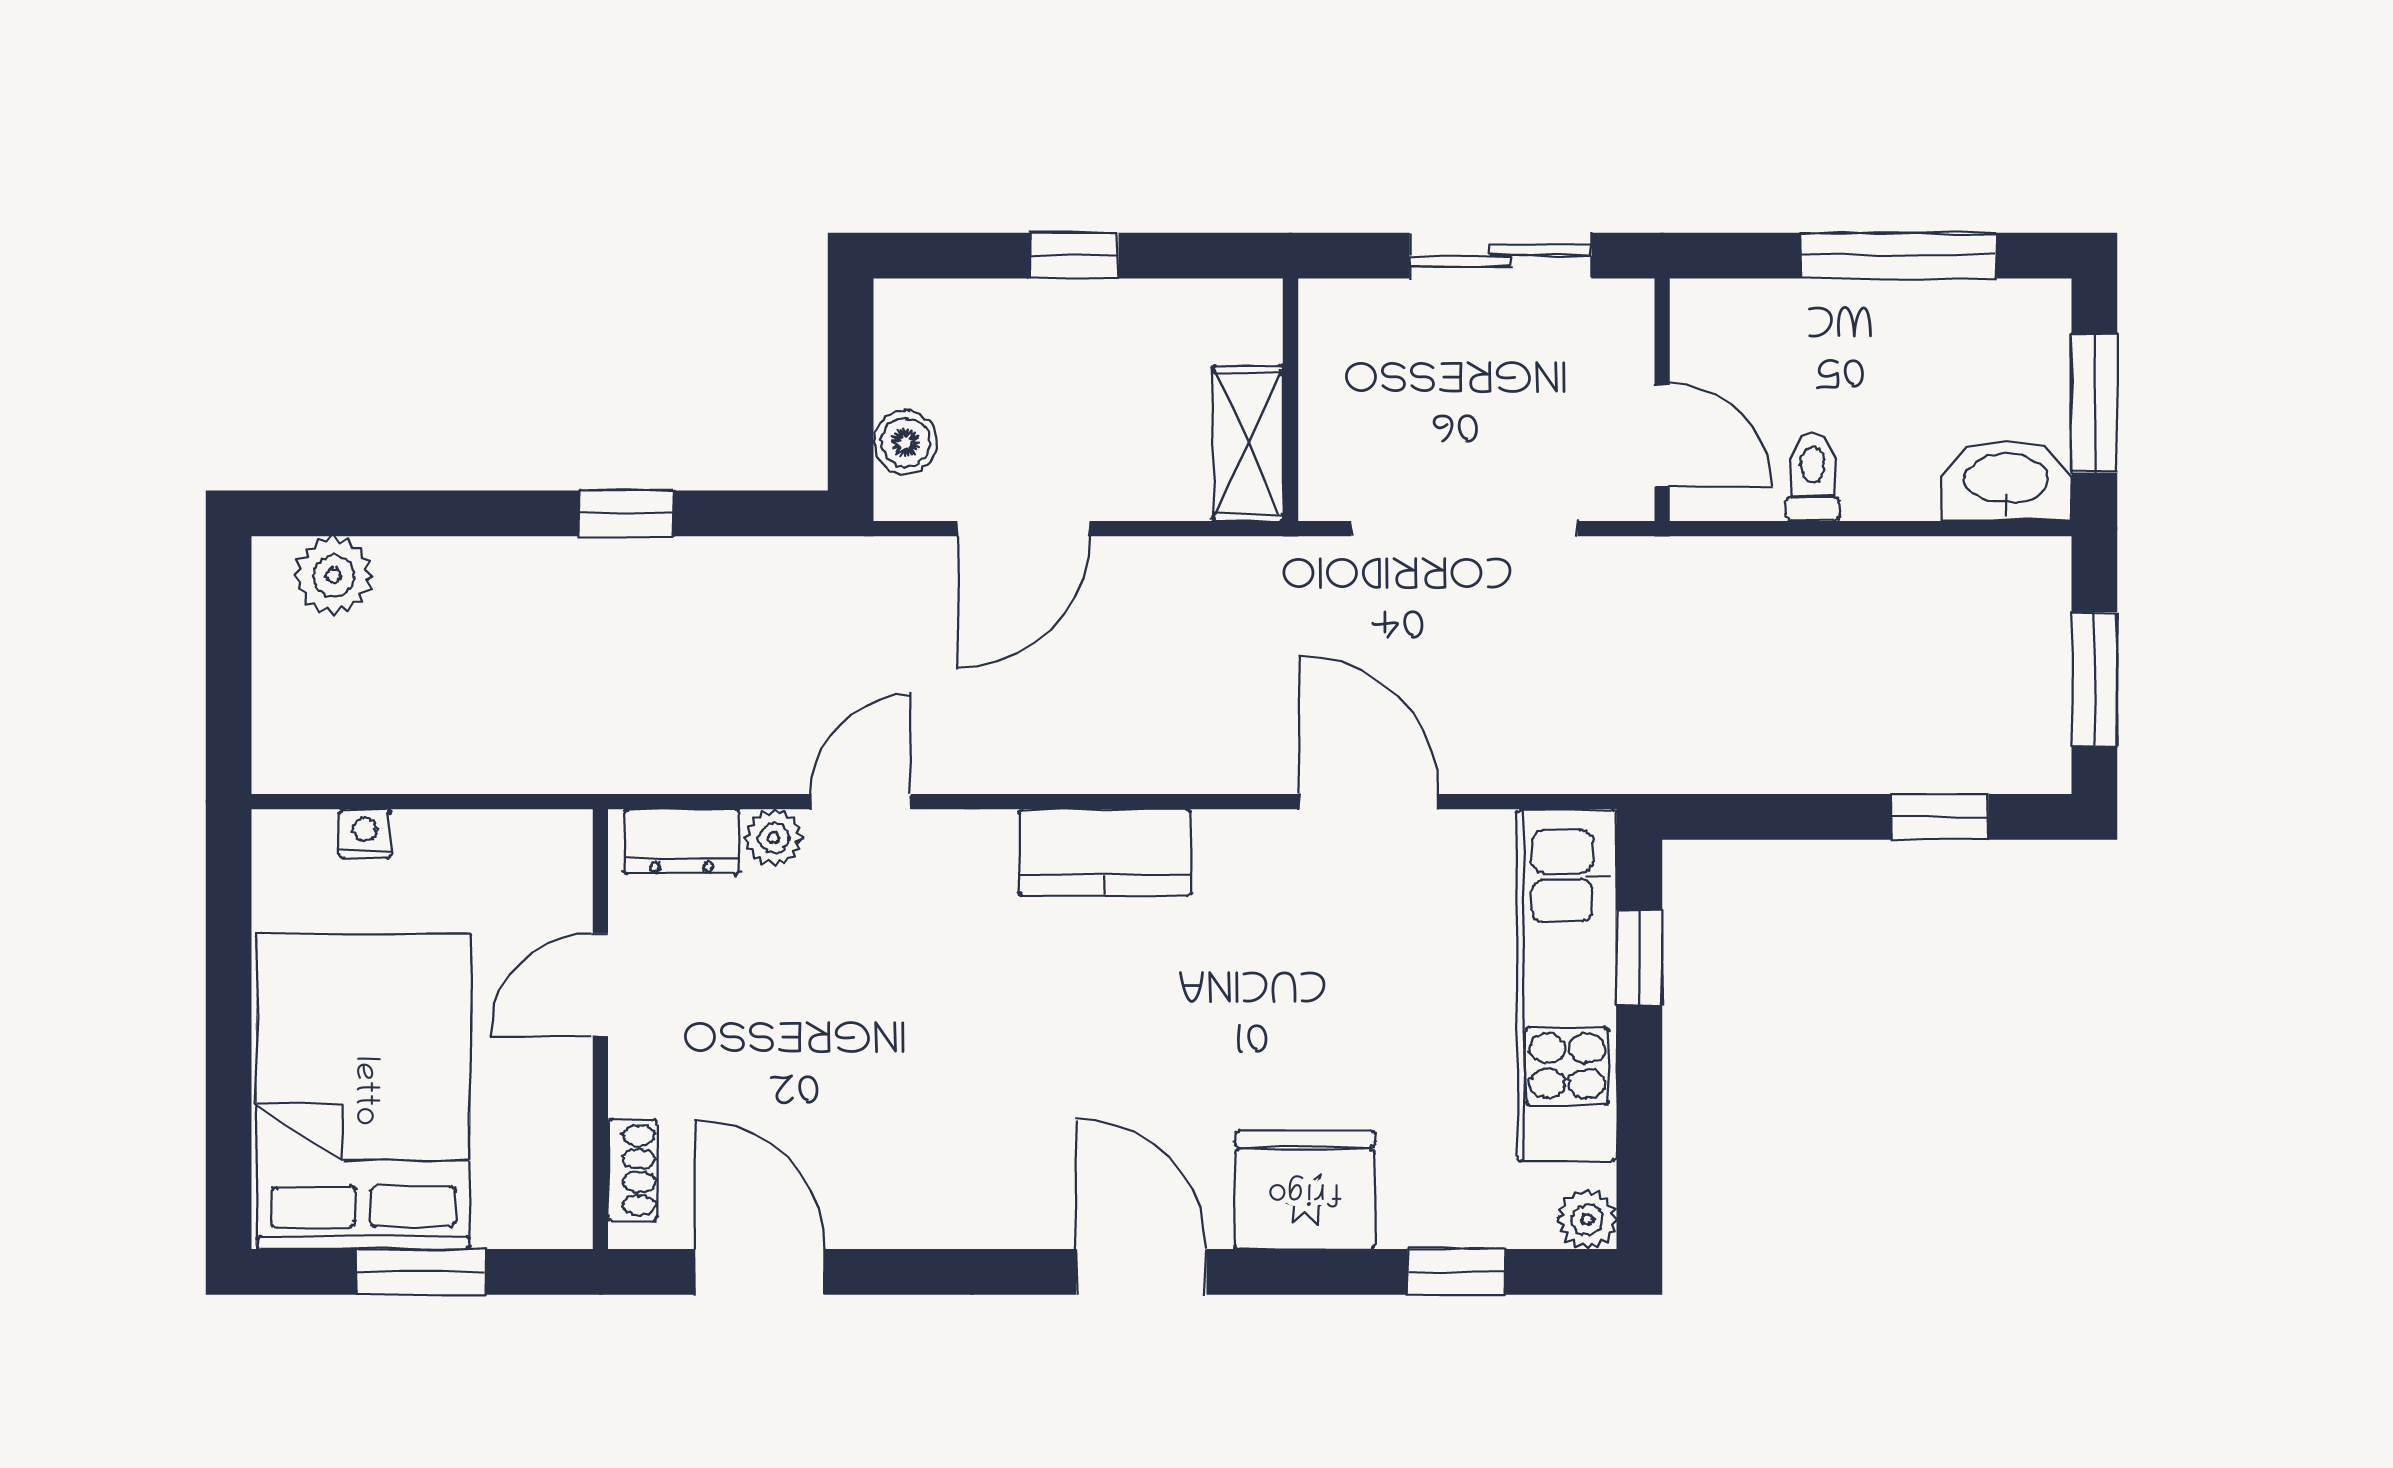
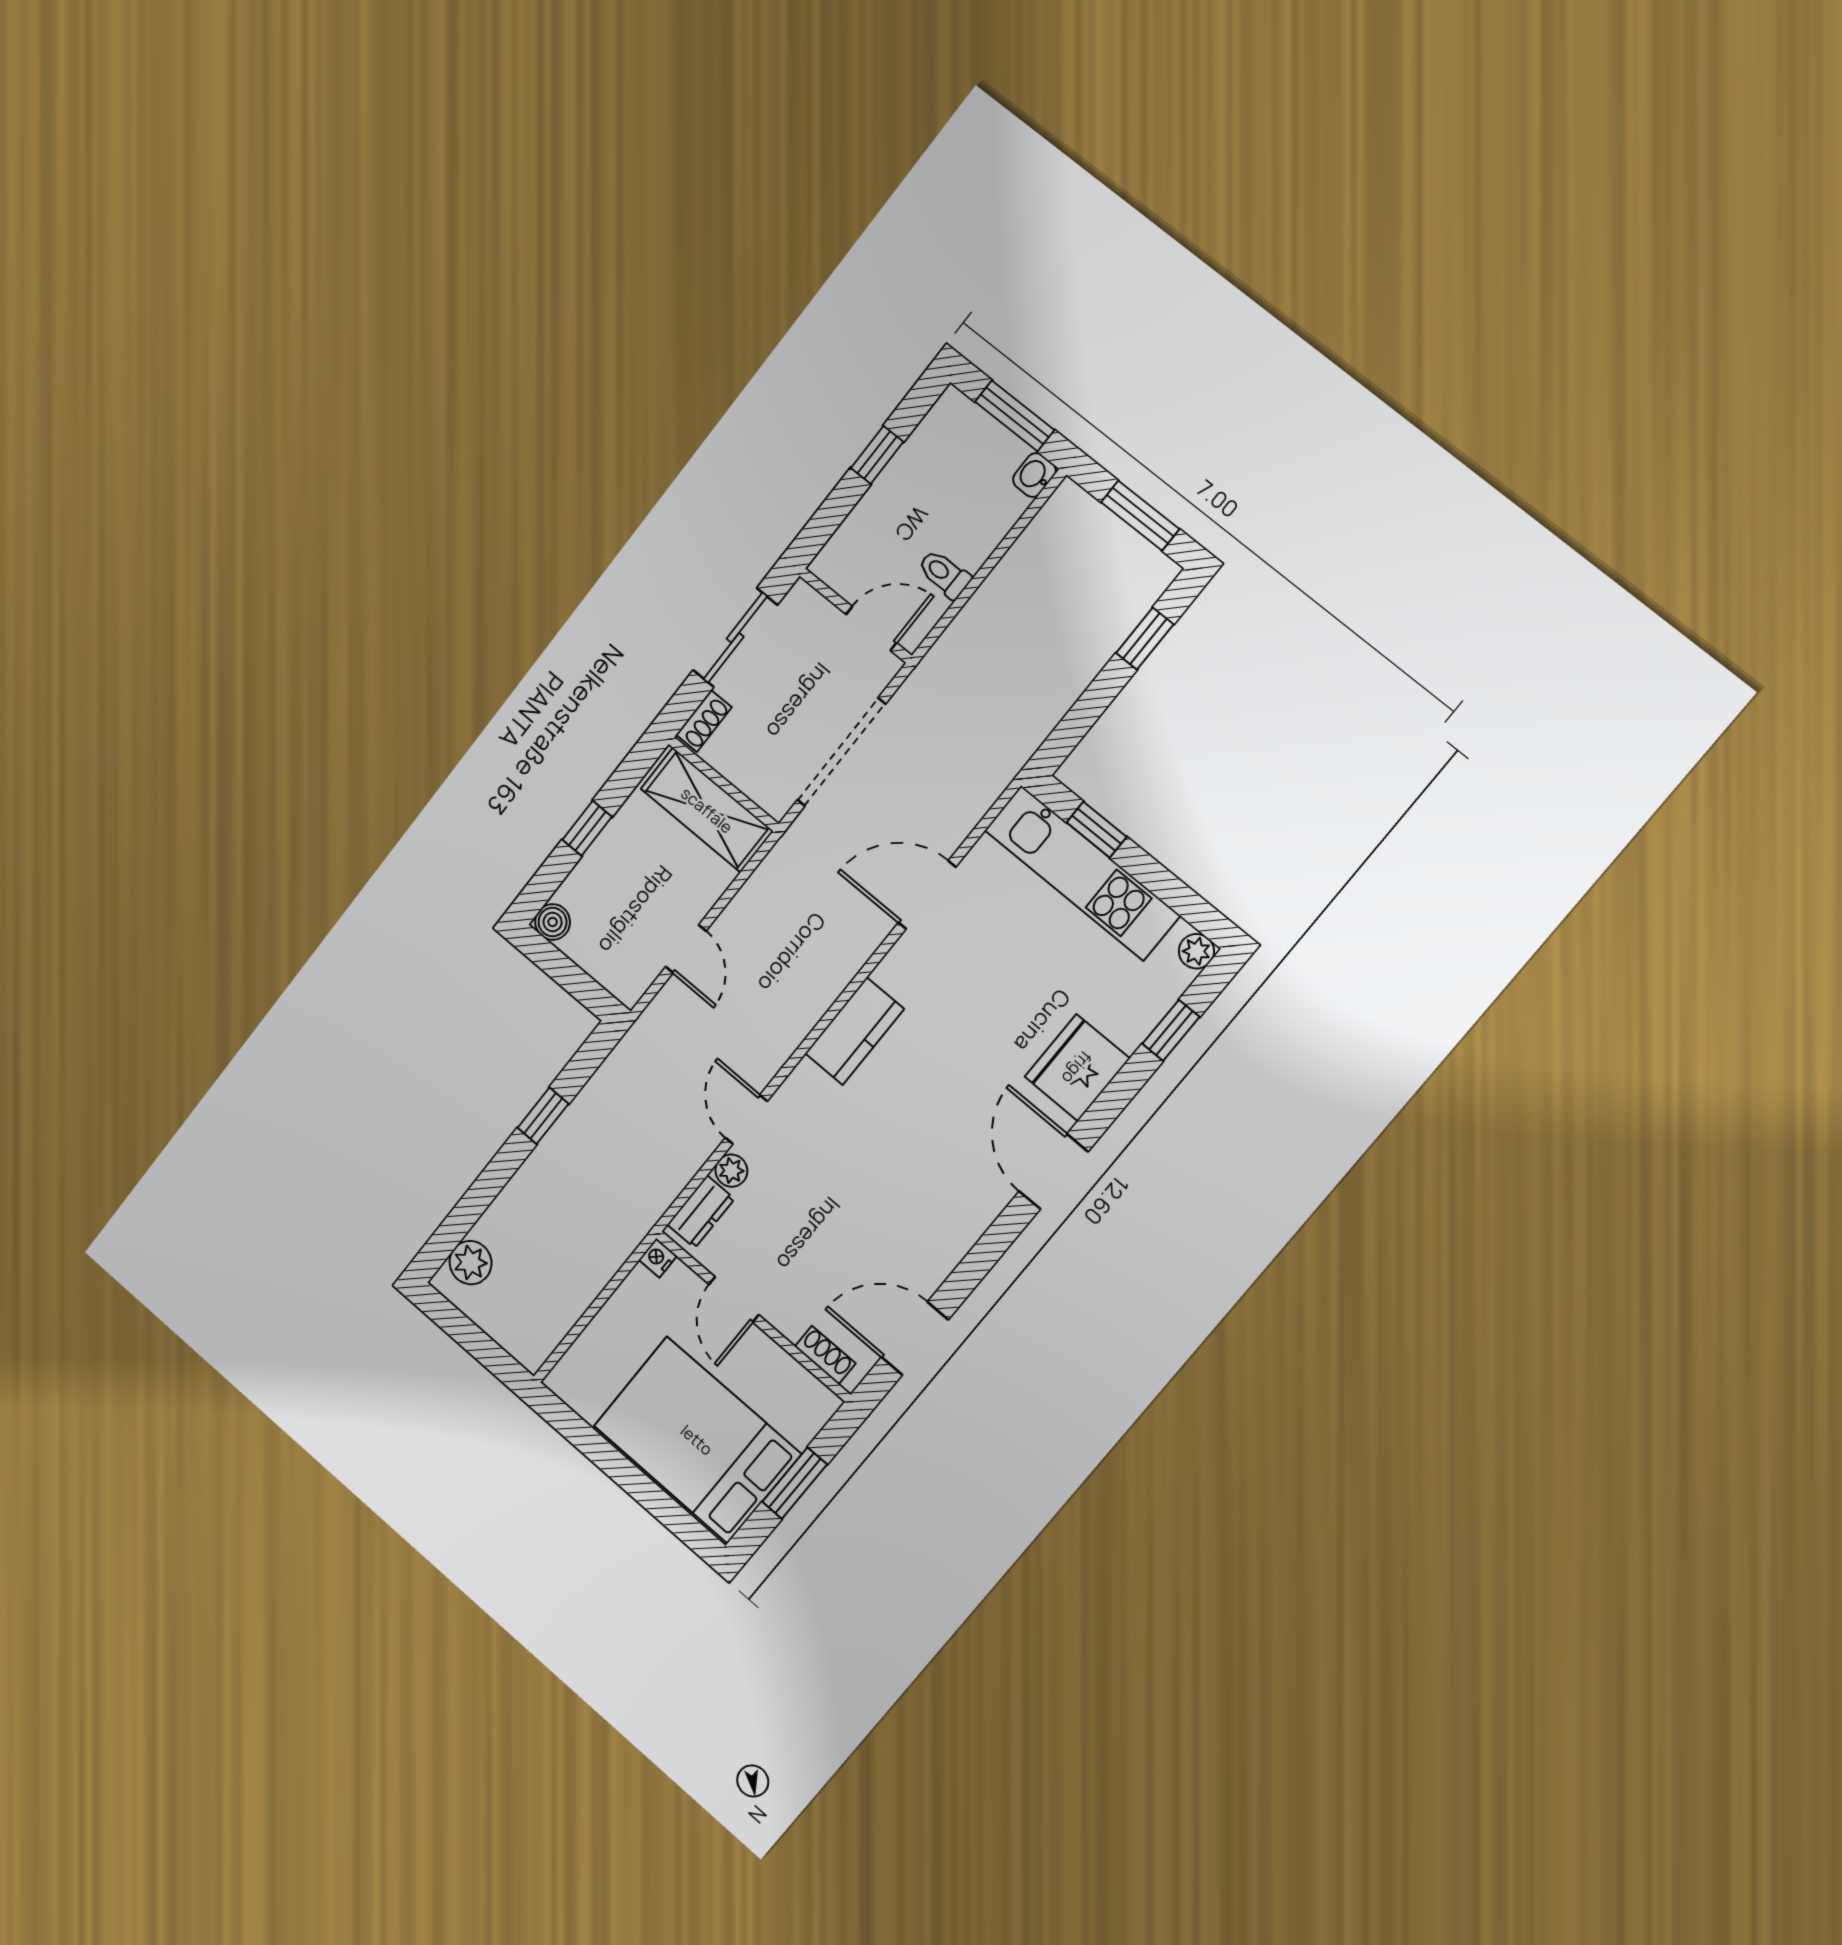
window: (1898, 256) -> (877, 455), width x0.46
shoe rack: (1353, 303) -> (704, 721), added
boiler: (905, 442) -> (553, 922), moved
shelving: (1248, 443) -> (707, 810), width x1.50, depth x1.33
washbasin: (2006, 481) -> (1034, 475), width x0.52, depth x0.69
door: (1023, 529) -> (686, 949), width x0.73
nightstand: (365, 834) -> (658, 1258), moved
door: (1141, 1272) -> (1054, 1171), hinge flipped

